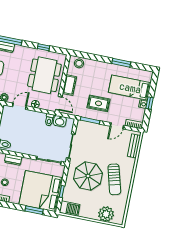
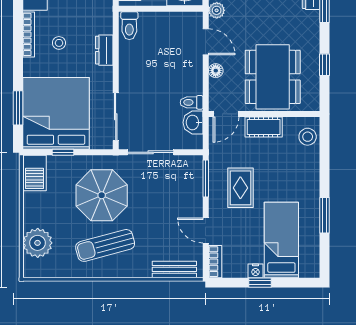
dining table: (44, 75) -> (273, 77), turned 90

